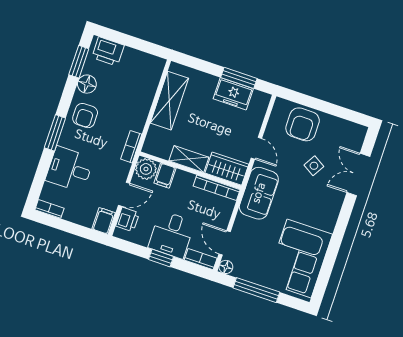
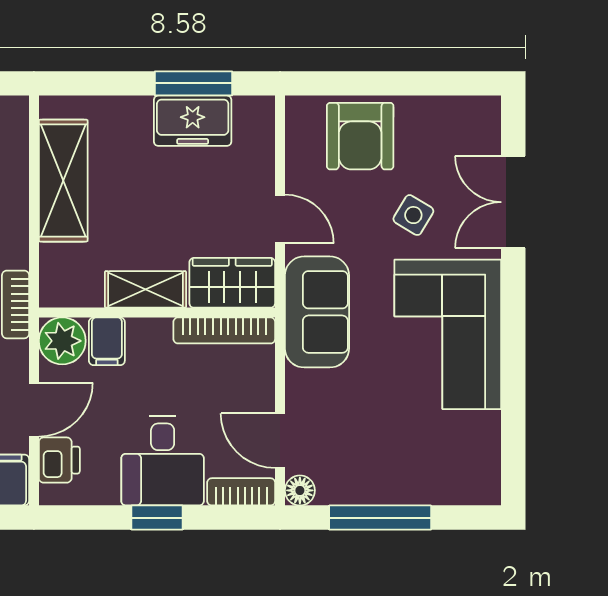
corner sofa: (299, 258) -> (448, 334), moved

